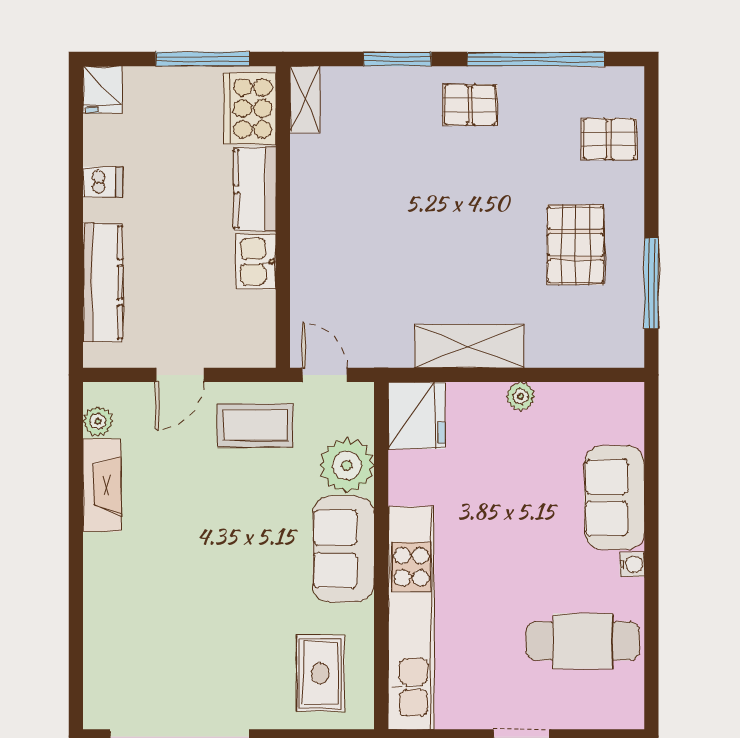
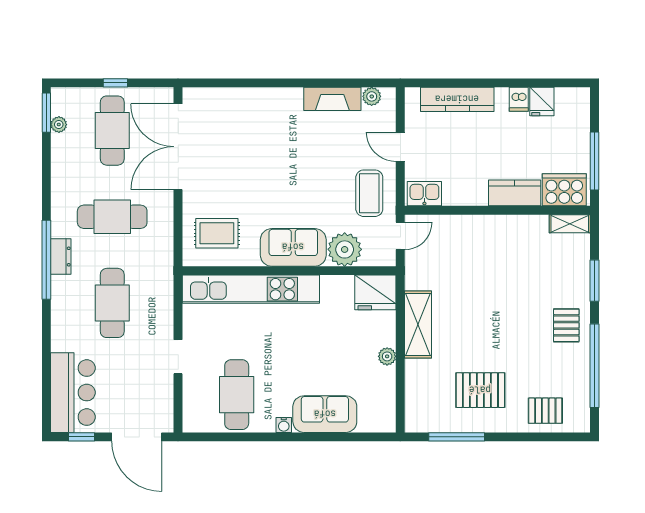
fridge: (102, 89) -> (542, 102), moved, turned -90
pallet: (609, 139) -> (545, 411), turned 90
kitchen sink: (256, 262) -> (424, 194), moved

